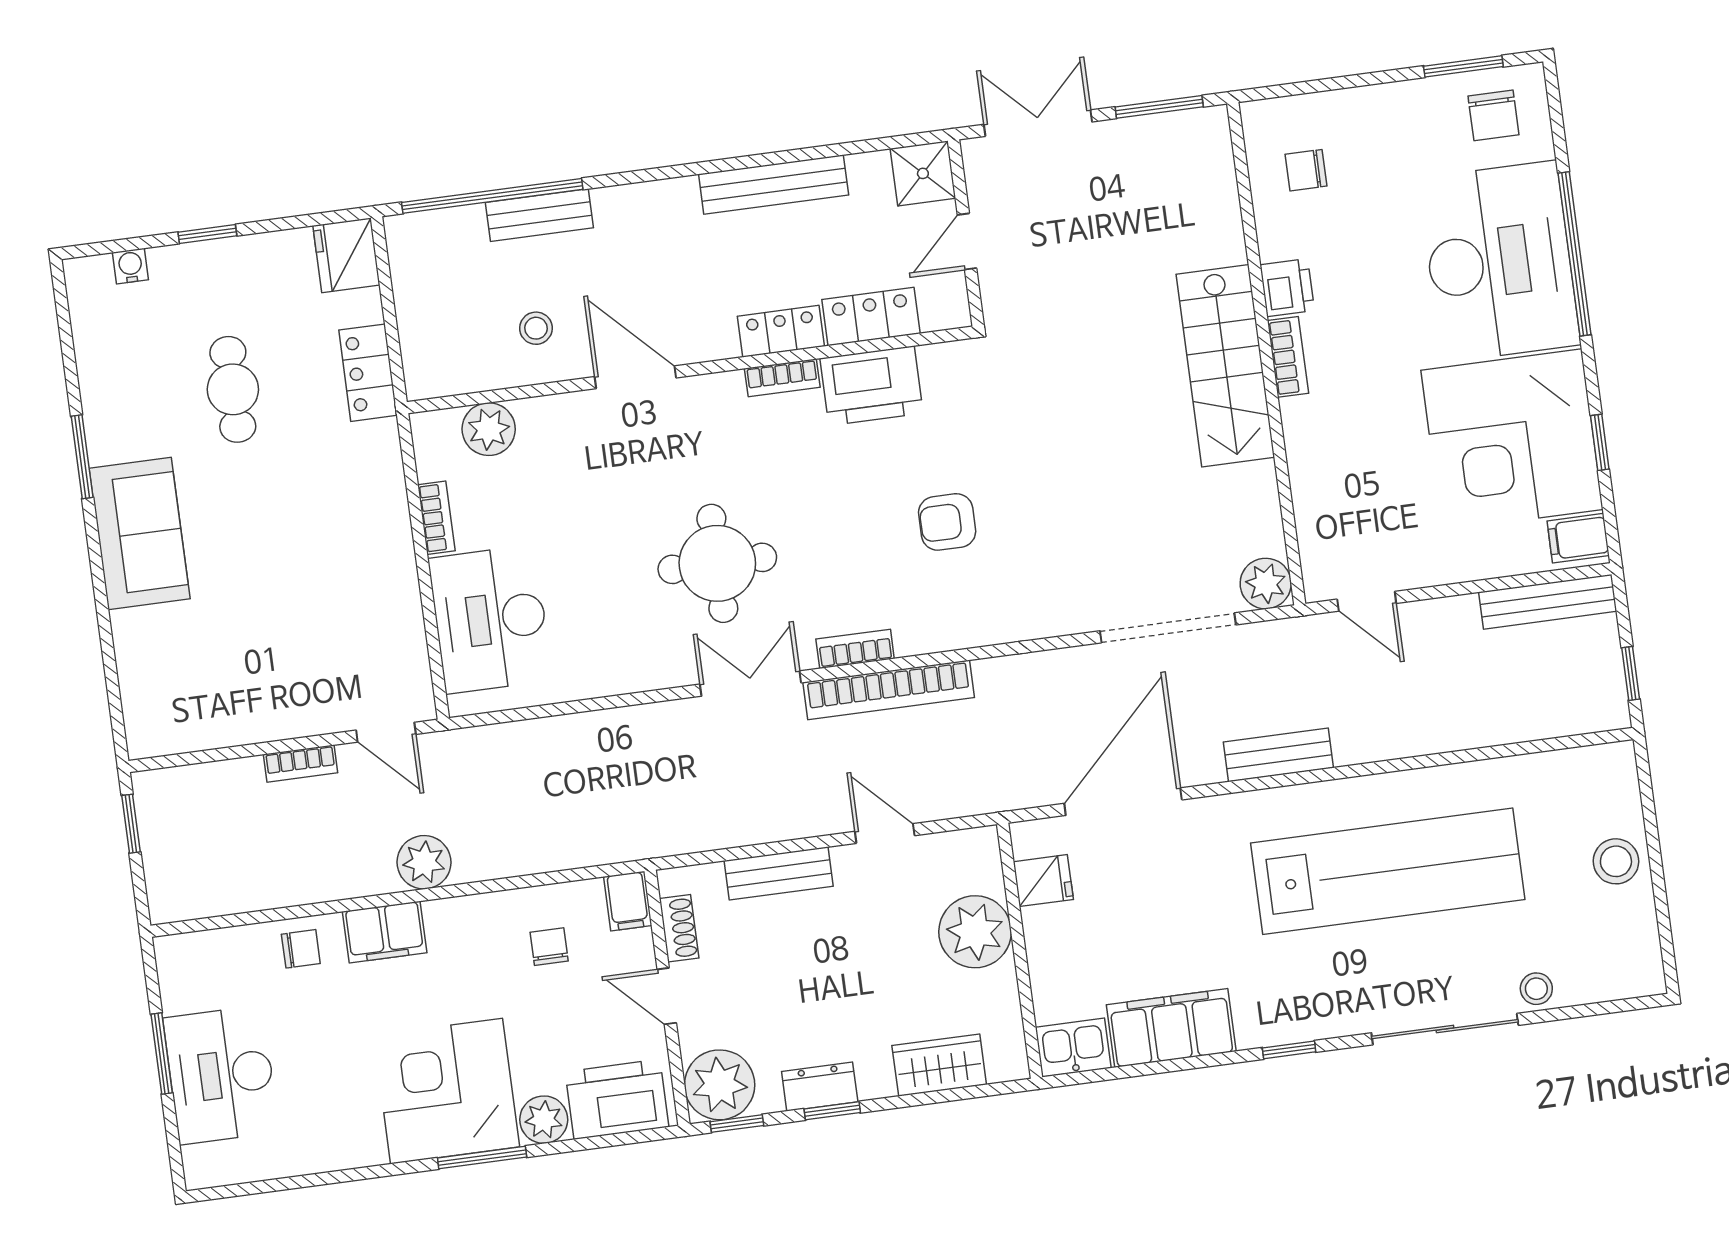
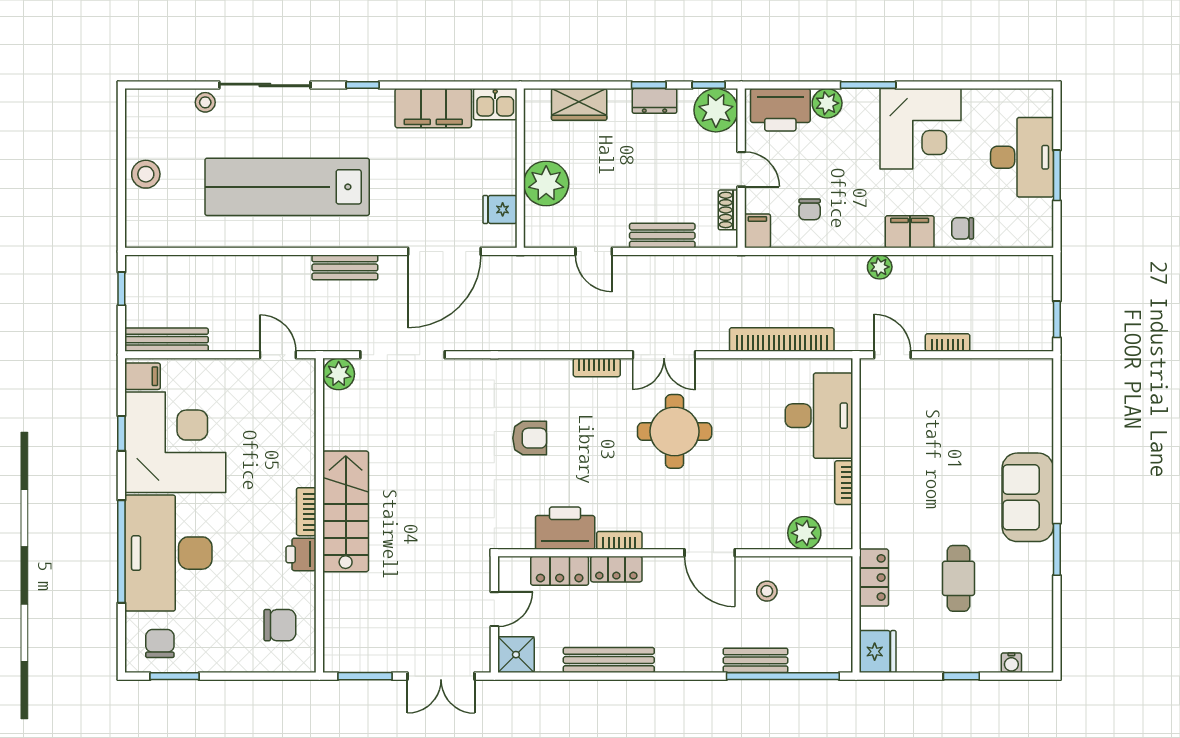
chair: (1306, 170) -> (280, 625), width x1.37, depth x1.37
bookcase: (889, 690) -> (782, 339), moved
plant: (424, 862) -> (880, 267), width x0.73, depth x0.73
corner desk: (447, 1091) -> (921, 129), moved

